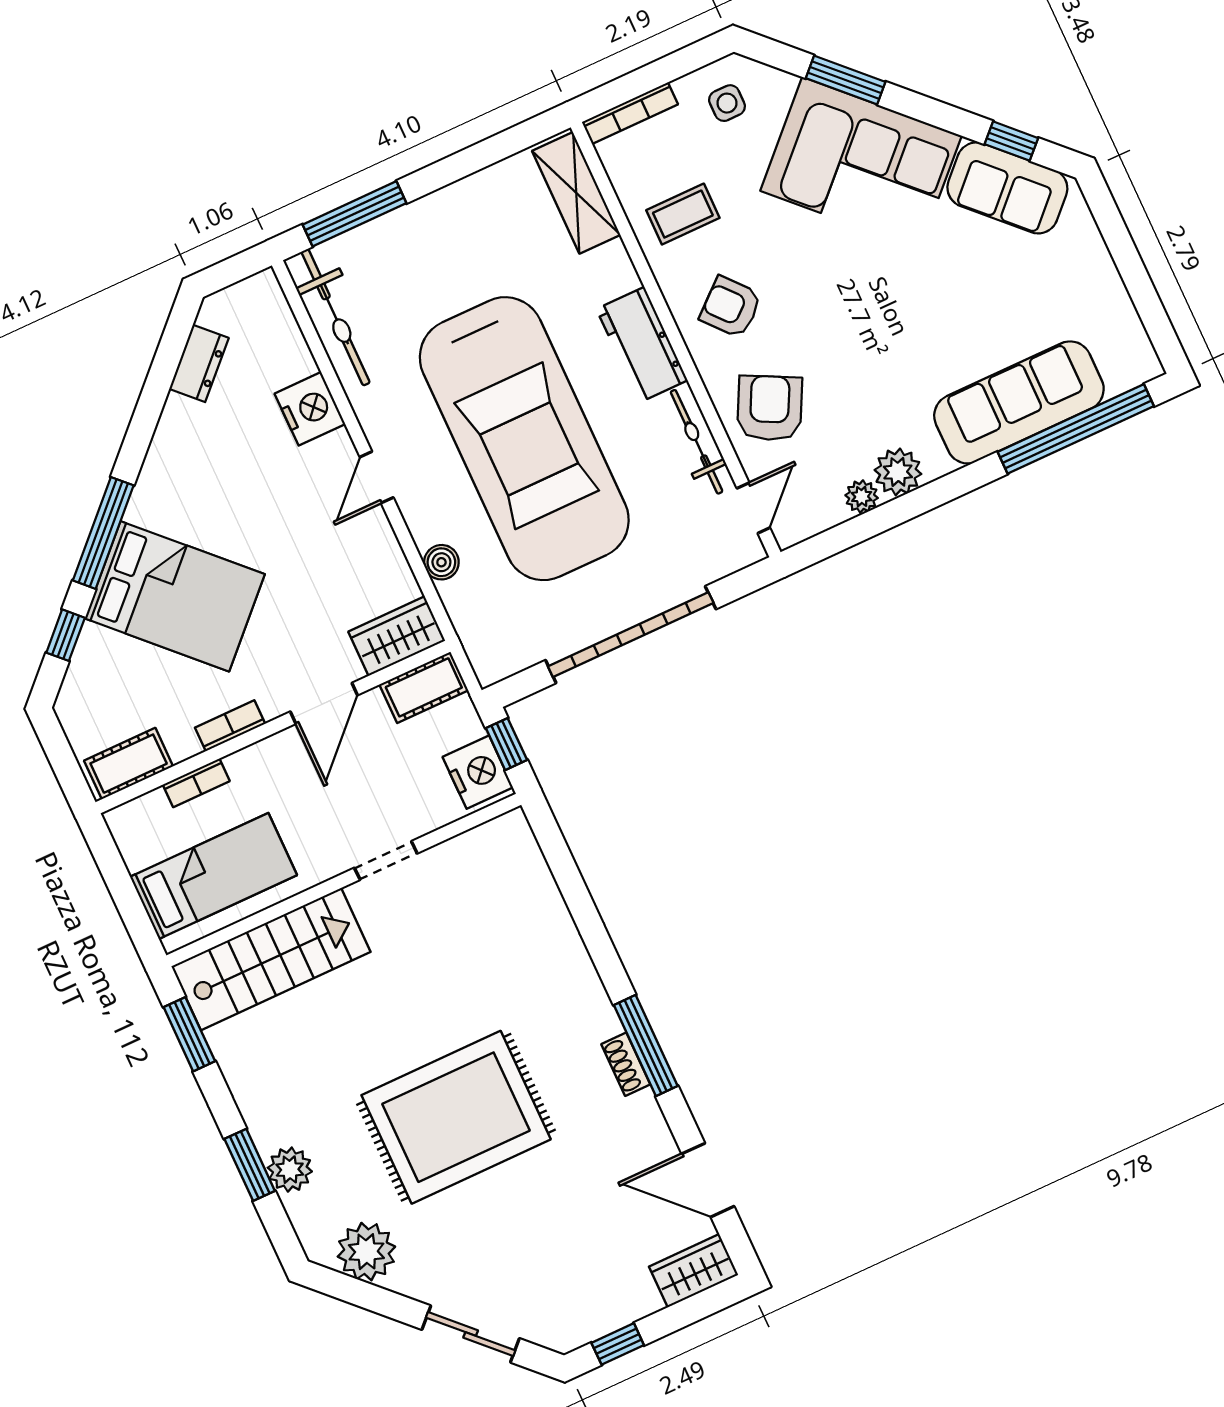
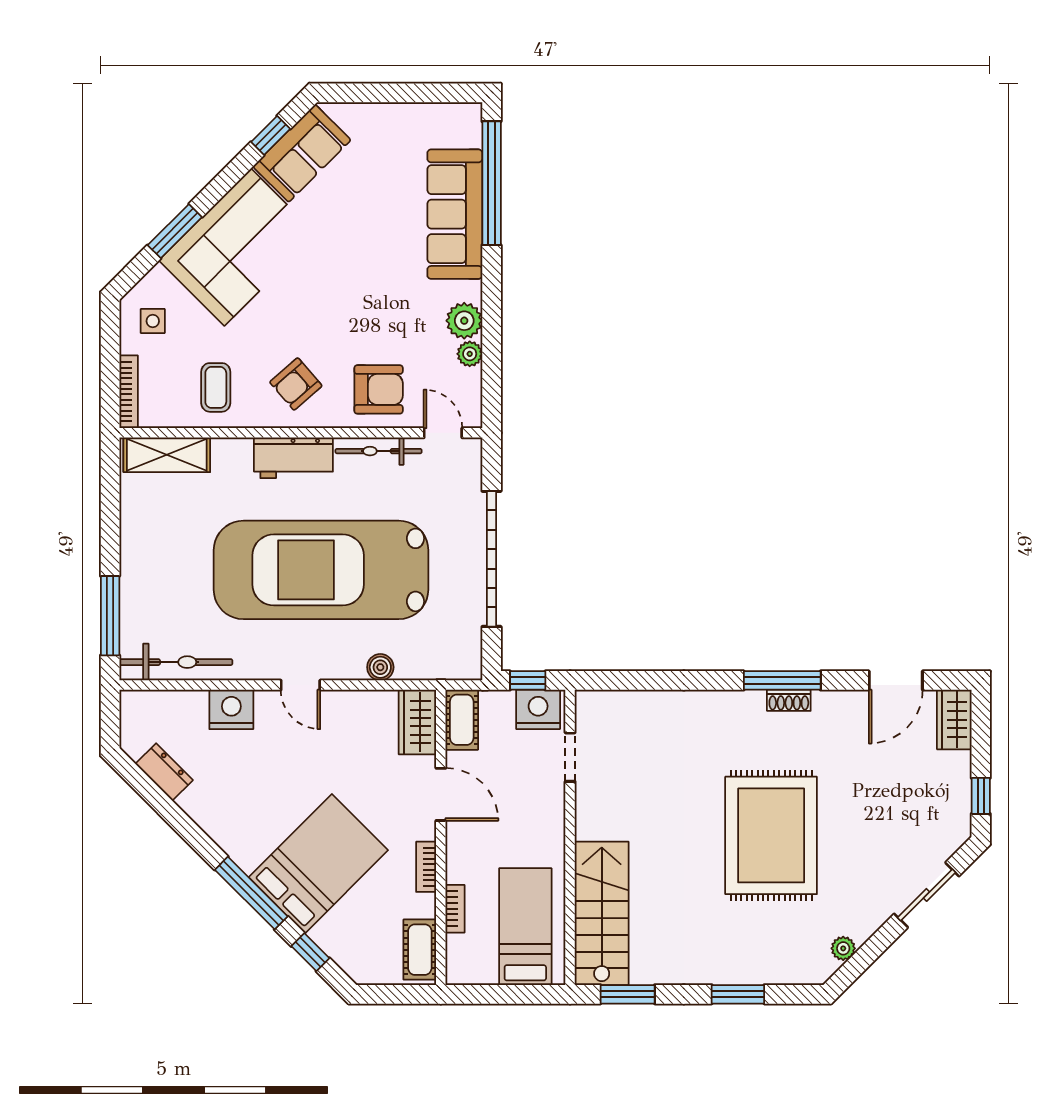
armchair: (770, 408) -> (379, 389), turned 153
car: (524, 439) -> (321, 570), turned 180
doorway: (386, 861) -> (570, 757), moved
plant: (290, 1170) -> (754, 968), removed
plant: (366, 1252) -> (843, 948), width x0.53, depth x0.53

